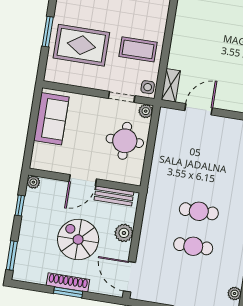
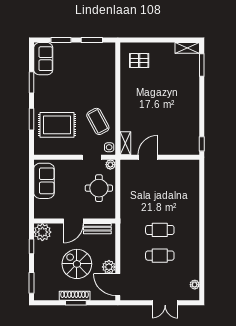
coffee table: (138, 49) -> (98, 121), turned 62
plant: (33, 182) -> (42, 232), width x1.87, depth x1.87
plant: (124, 233) -> (109, 267), moved

